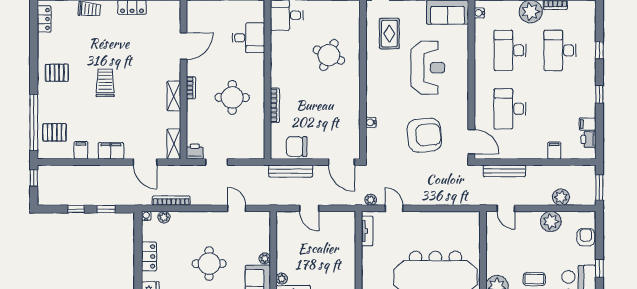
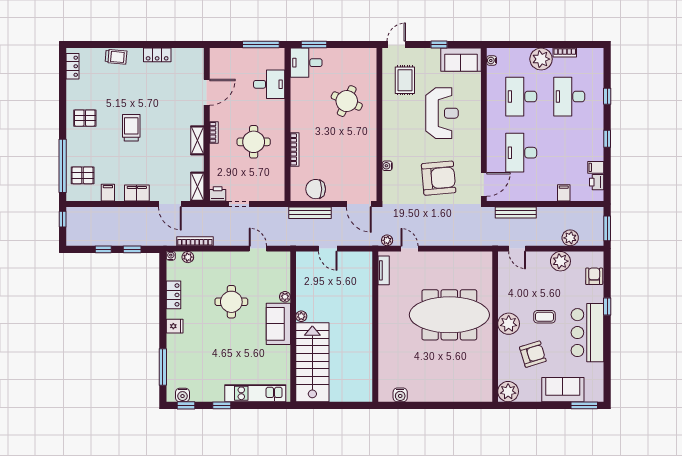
door: (471, 142) -> (484, 184), hinge flipped

